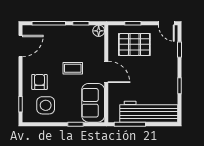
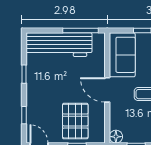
pallet: (134, 44) -> (75, 121), turned 90

